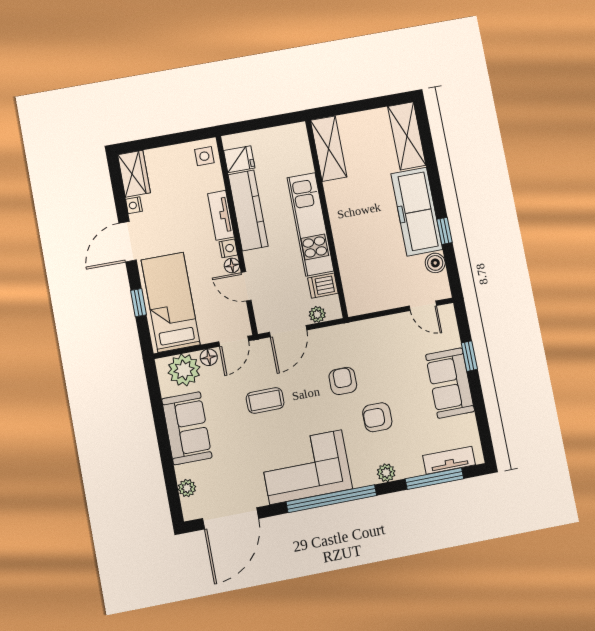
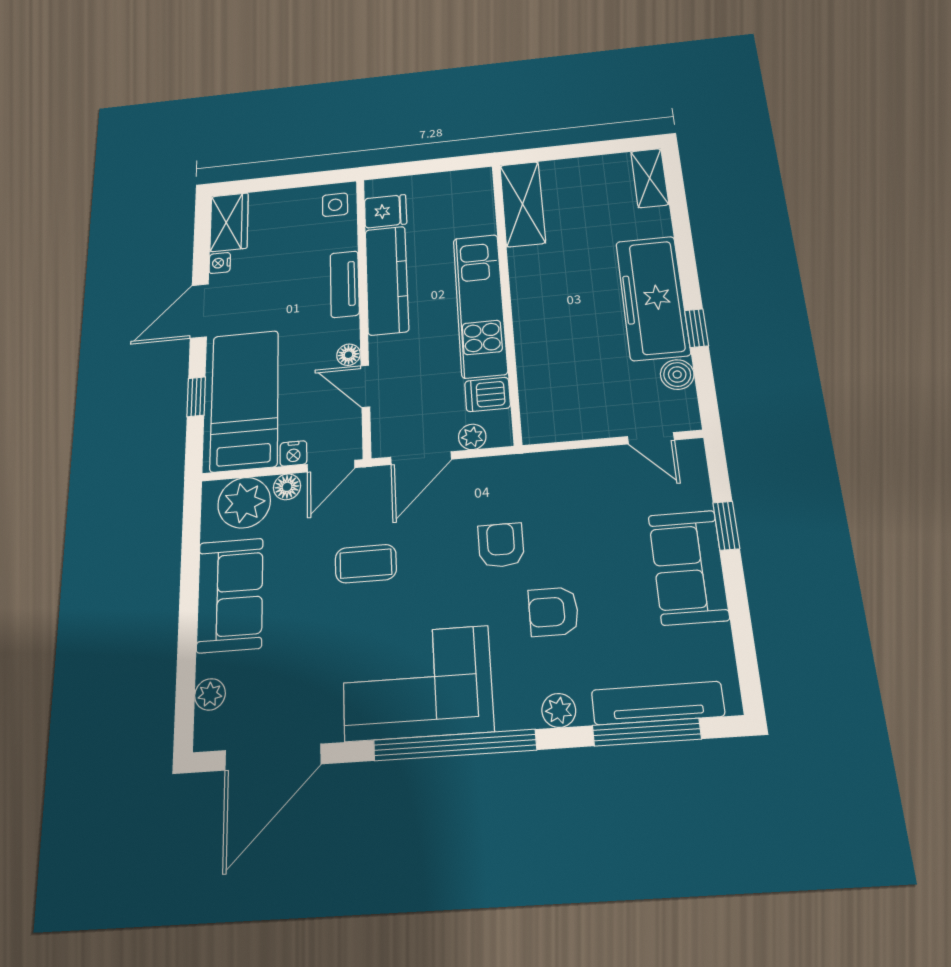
shelving: (407, 136) -> (650, 178), width x0.67, depth x0.75
nightstand: (228, 248) -> (293, 453), moved, turned 90
tv unit: (449, 460) -> (658, 703), width x1.41

